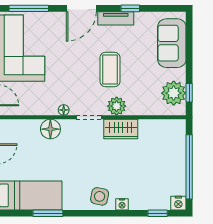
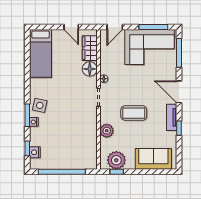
plant: (117, 106) -> (107, 131), moved
wardrobe: (121, 129) -> (90, 48), moved
nightstand: (178, 203) -> (35, 152), moved
window: (48, 213) -> (27, 115), moved

